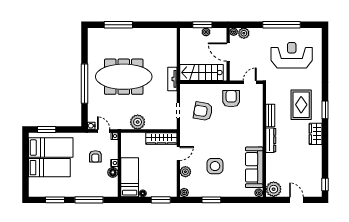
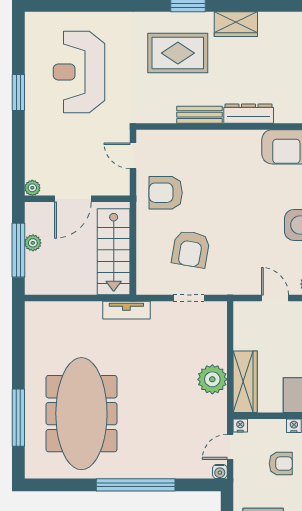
window: (202, 25) -> (18, 250), width x1.44
window: (281, 25) -> (18, 92), width x0.47
plant: (244, 33) -> (35, 168), removed
meeting table: (124, 77) -> (81, 414), moved
wardrobe: (161, 138) -> (245, 382), moved

